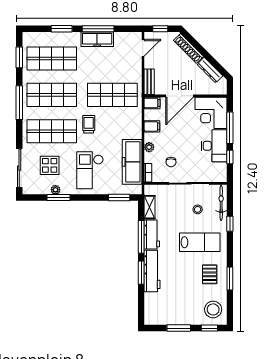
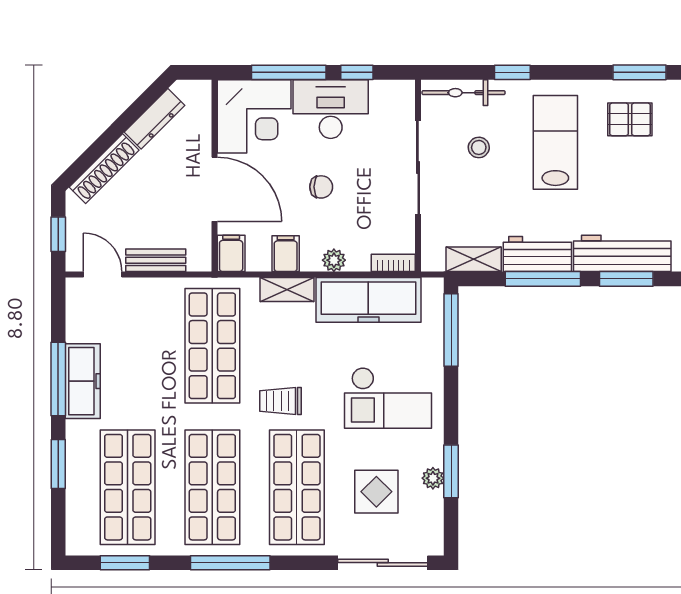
bench: (149, 82) -> (156, 260), moved
shelving: (137, 127) -> (287, 289), added
chair: (171, 162) -> (321, 187), moved
window: (119, 197) -> (451, 330), width x1.44

